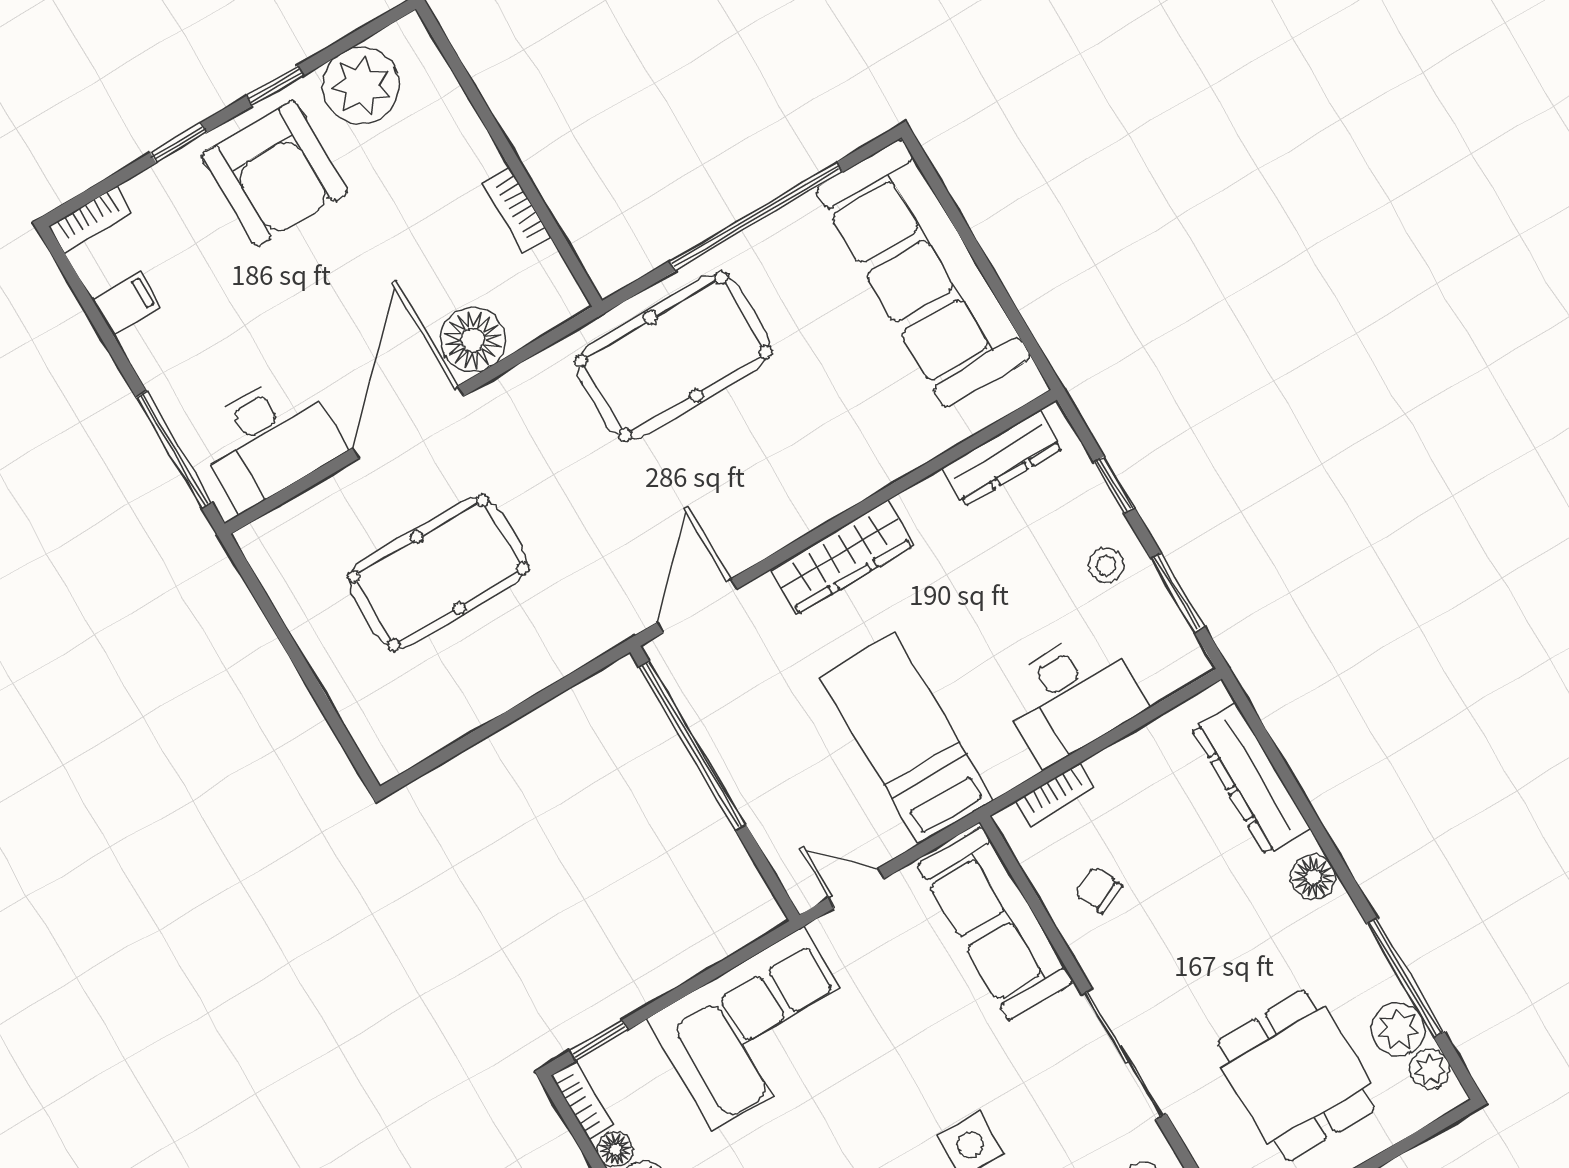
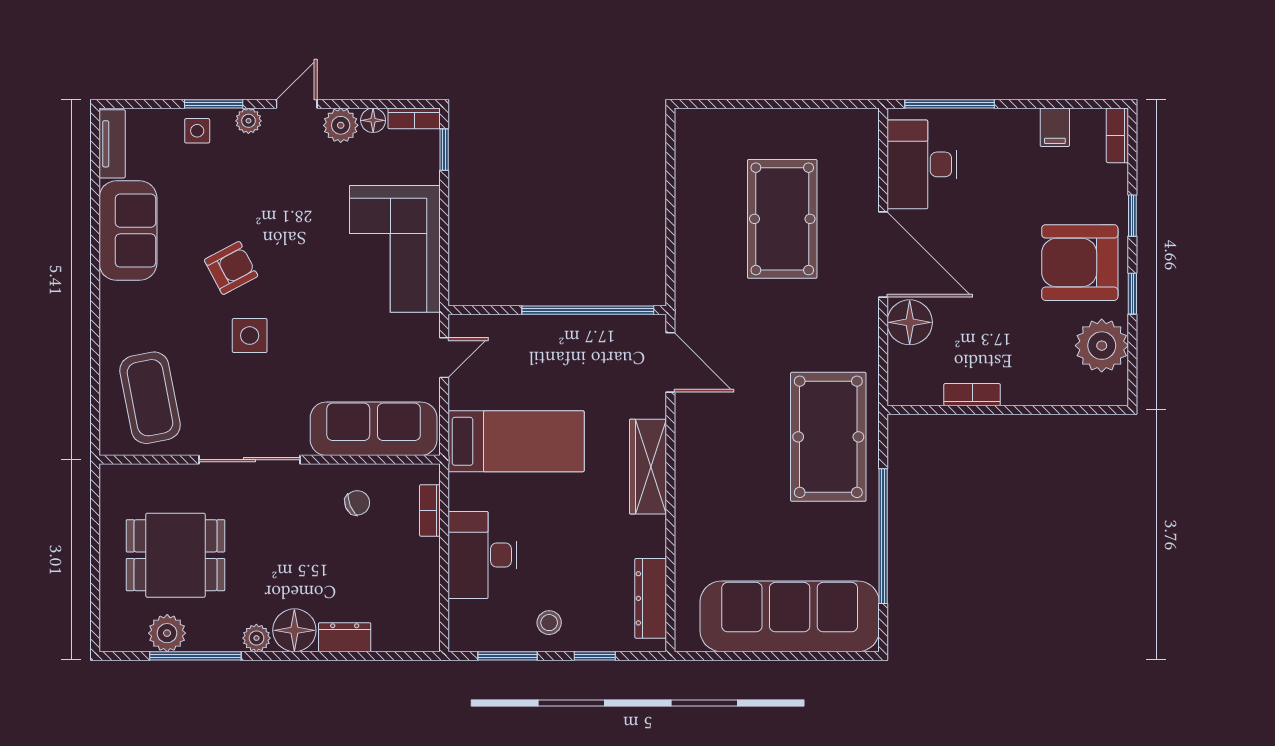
dresser: (1251, 779) -> (345, 637), width x0.51, depth x0.80
floor lamp: (1313, 877) -> (294, 630), width x1.38, depth x1.38
plant: (1430, 1069) -> (256, 638), moved

